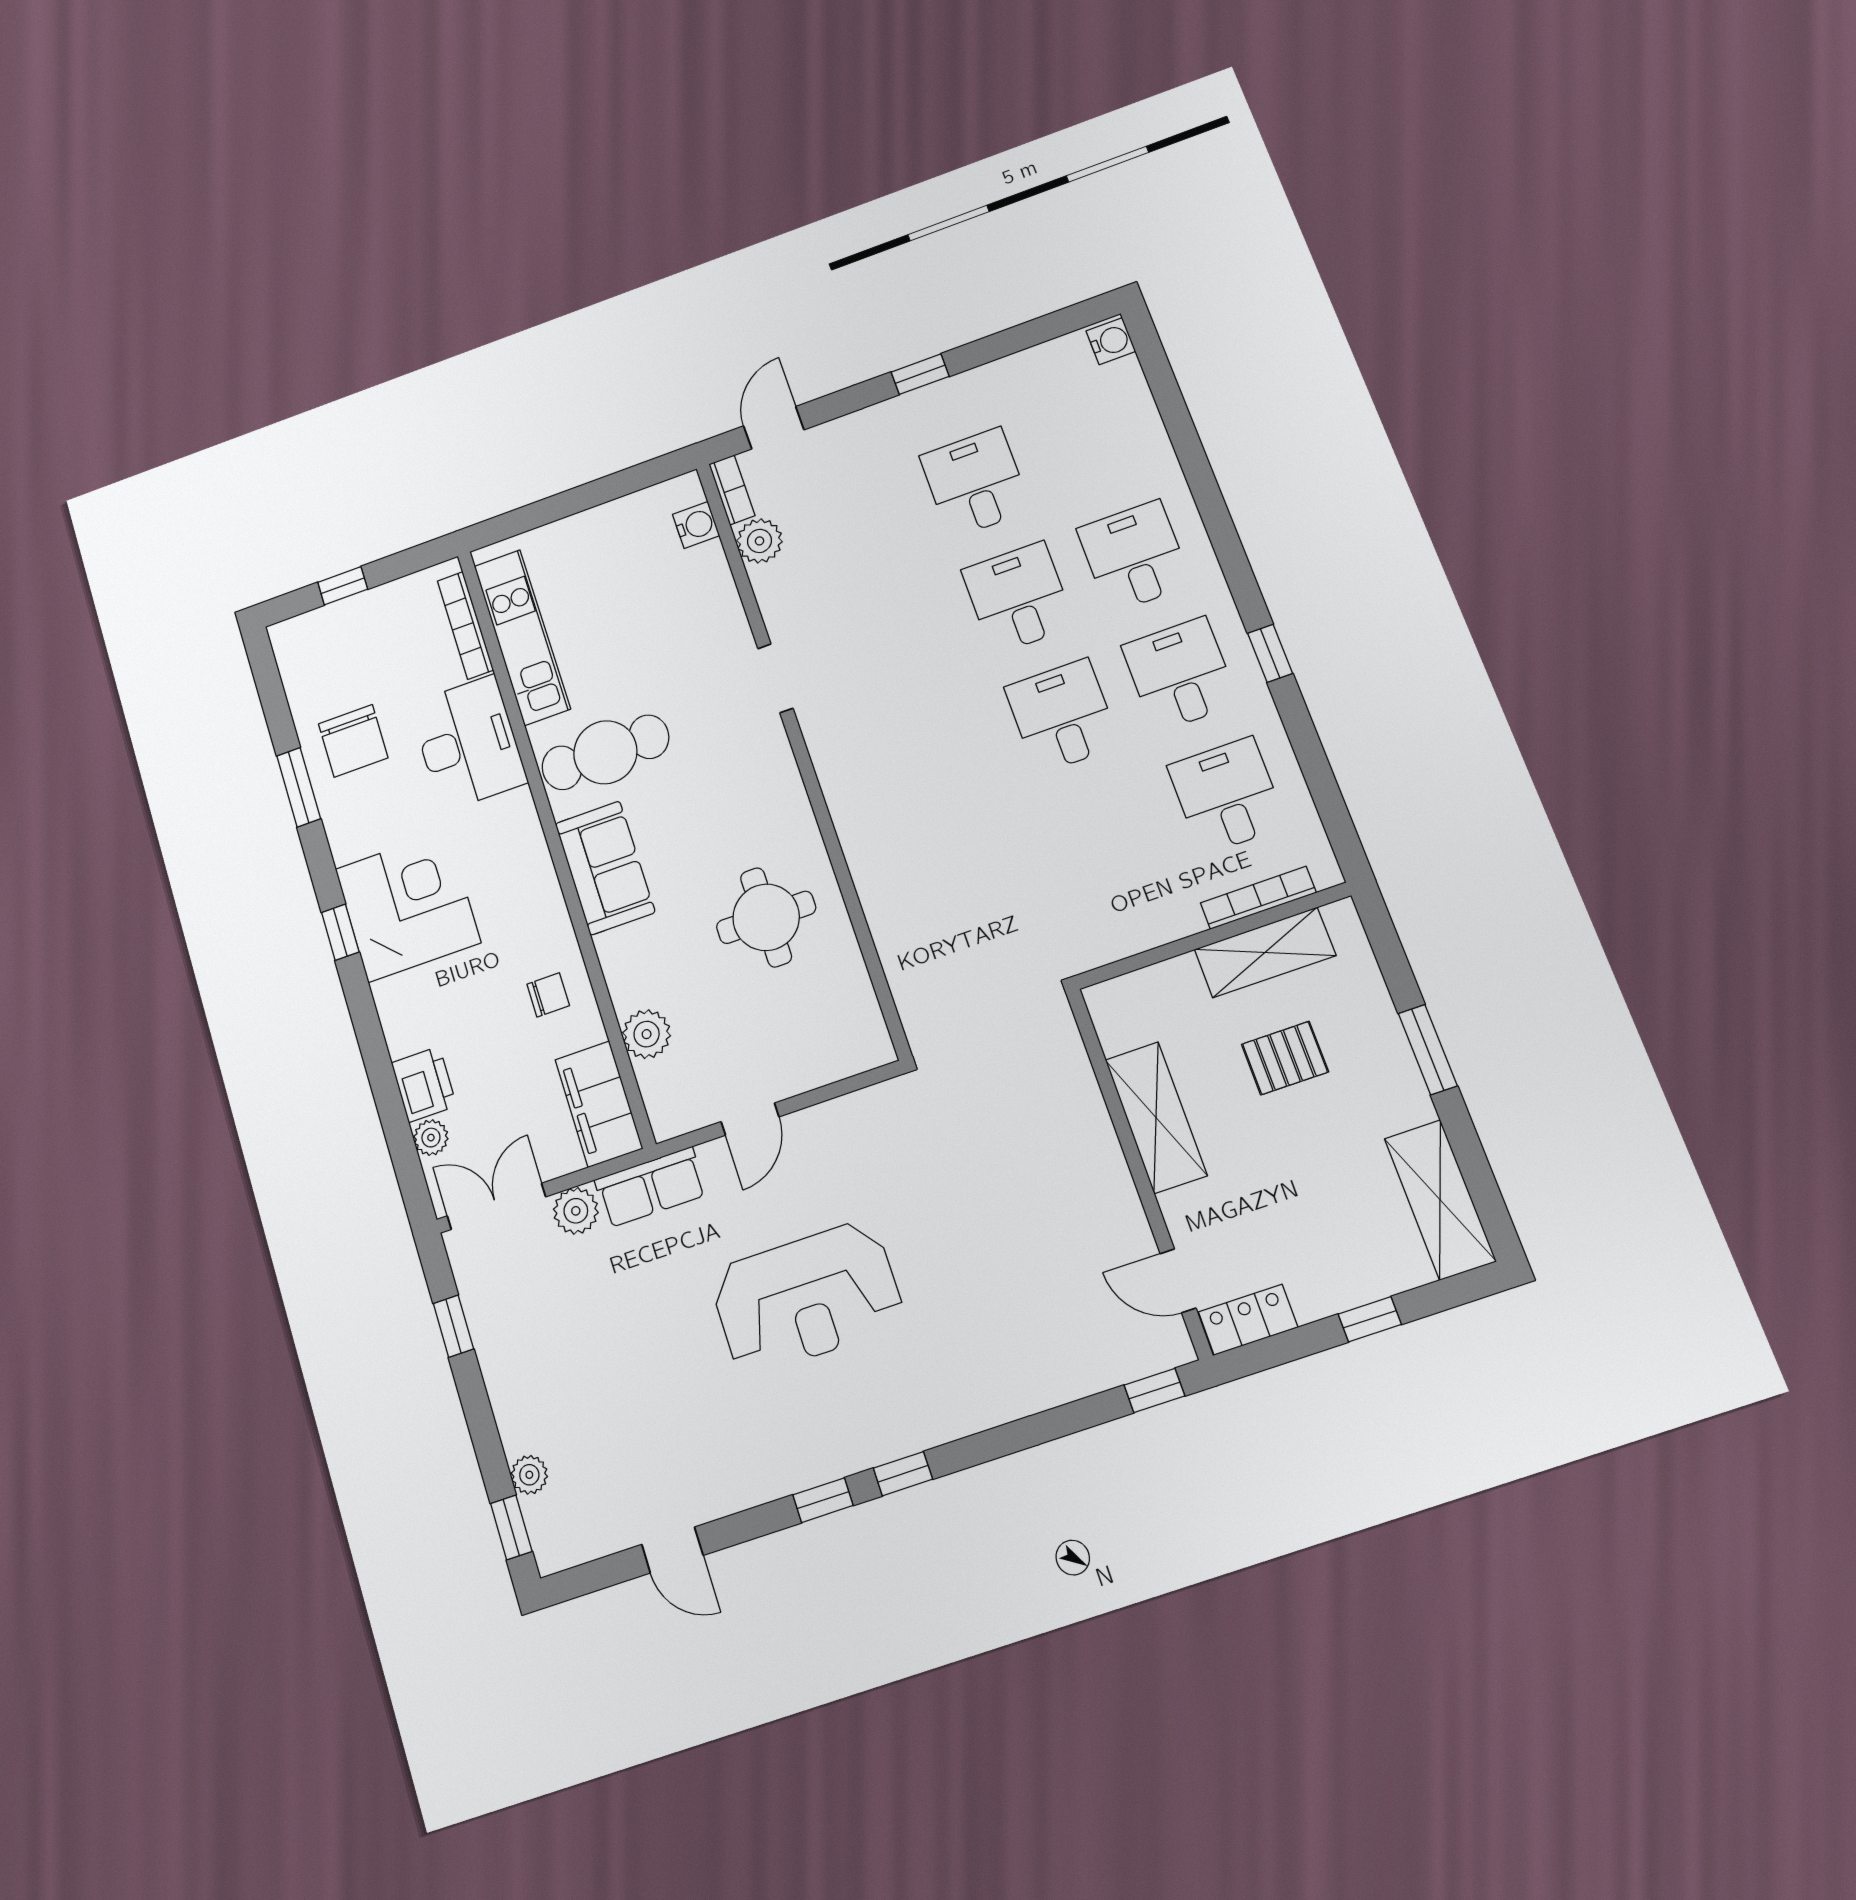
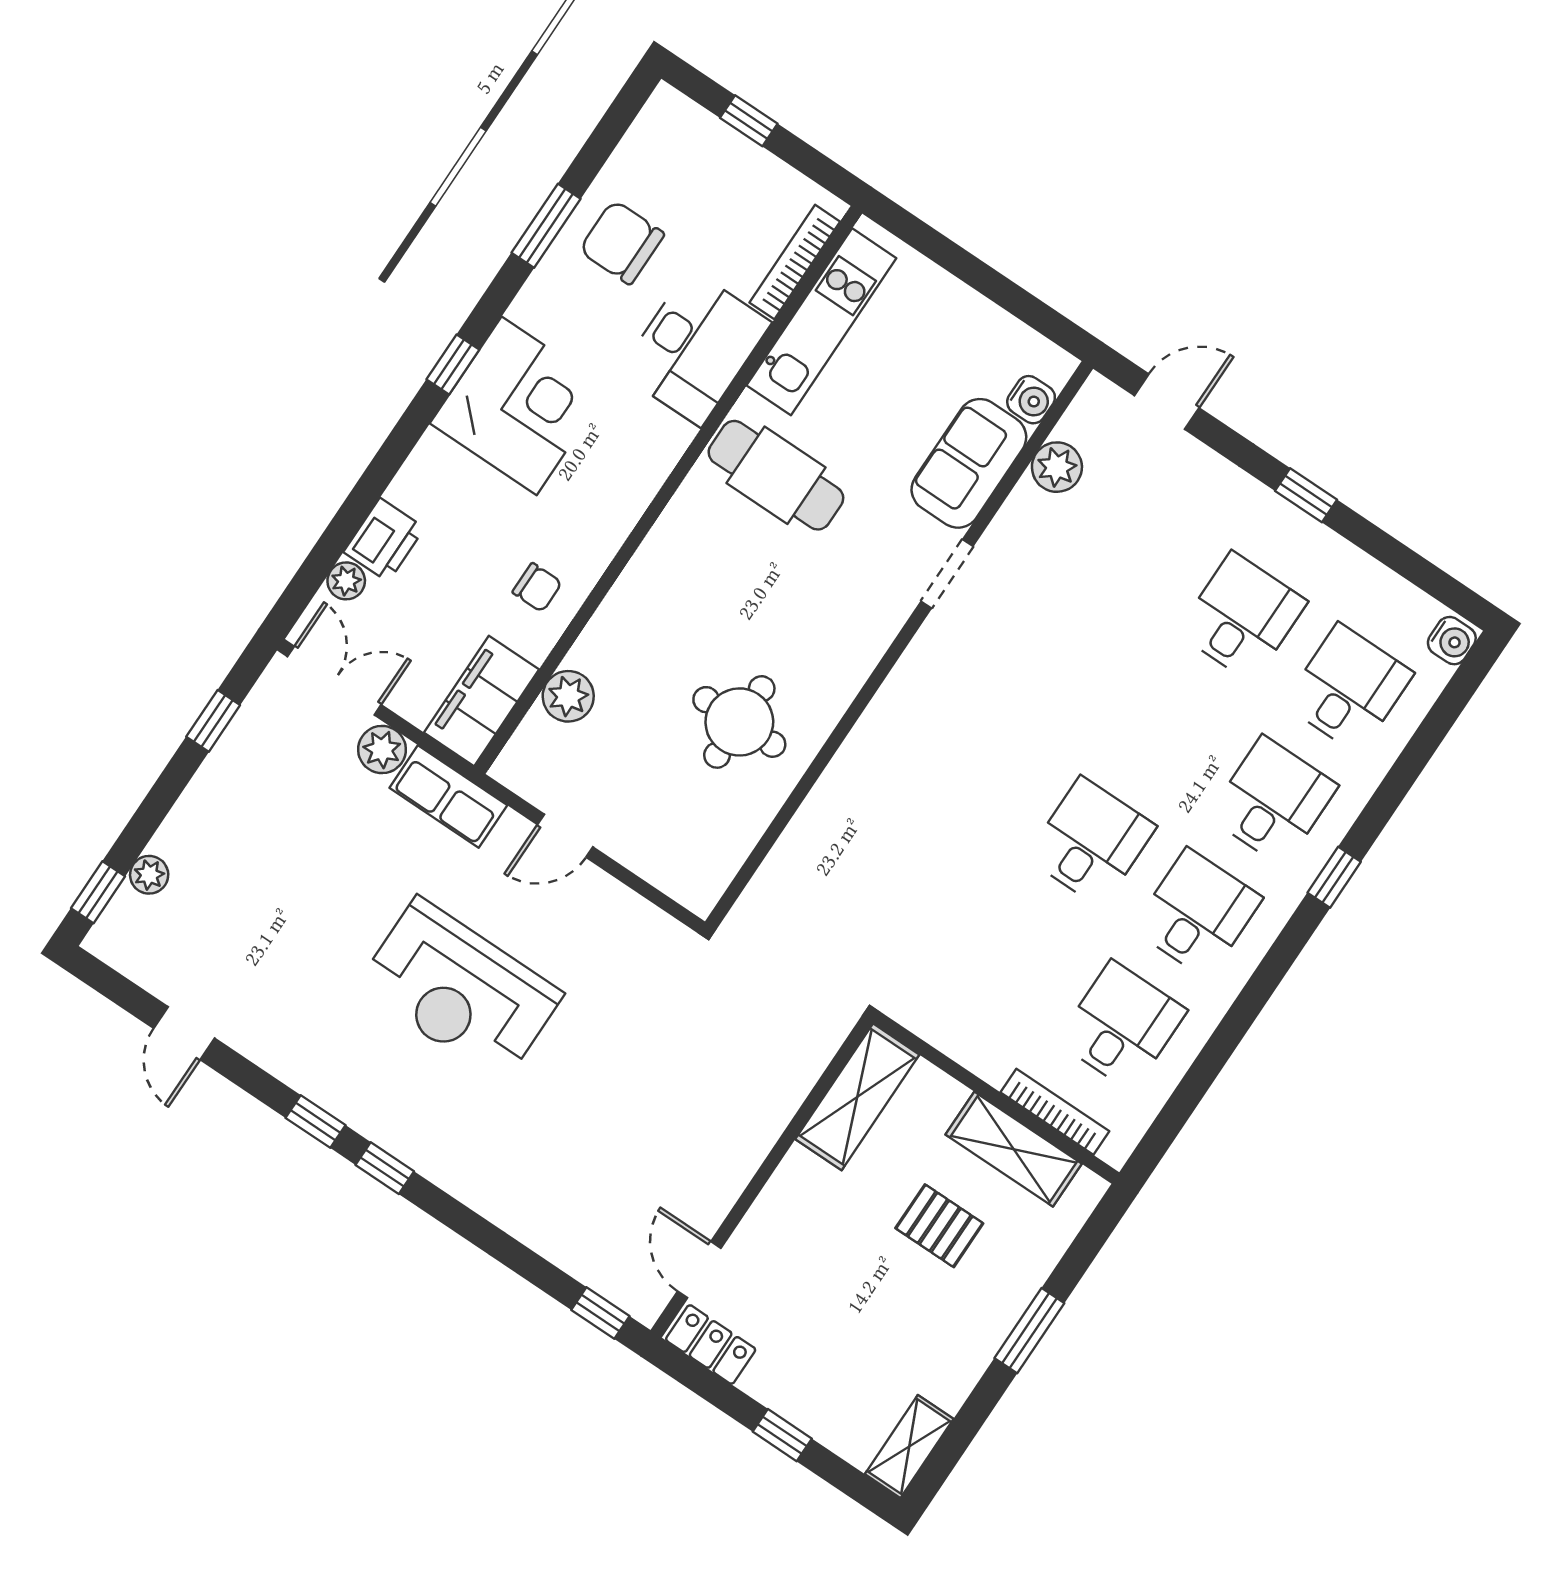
bookcase: (732, 490) -> (1085, 407), removed
desk: (1018, 598) -> (1348, 689), moved
window: (1270, 653) -> (1334, 877), moved
chair: (353, 741) -> (622, 242), turned 90
sofa: (605, 868) -> (969, 463), moved, turned 180
shelving: (1156, 1118) -> (857, 1097), moved
shelving: (1440, 1200) -> (909, 1447), width x0.67, depth x0.75

